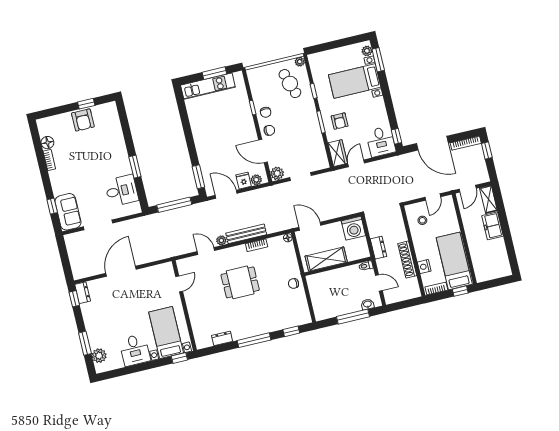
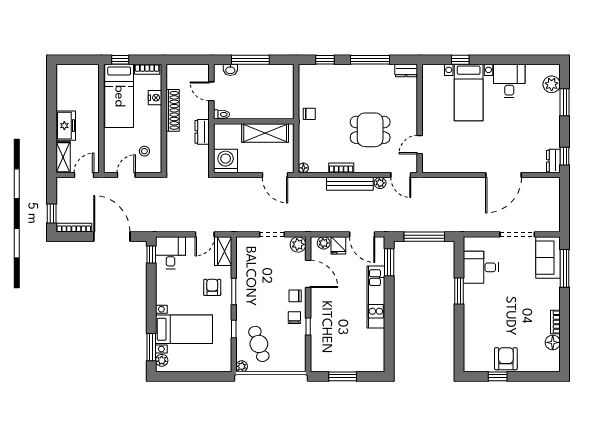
kitchen unit: (208, 86) -> (376, 297), moved, turned -90
window: (52, 206) -> (565, 268), width x2.17
door: (179, 284) -> (420, 145), moved
wall: (184, 306) -> (420, 119), moved

